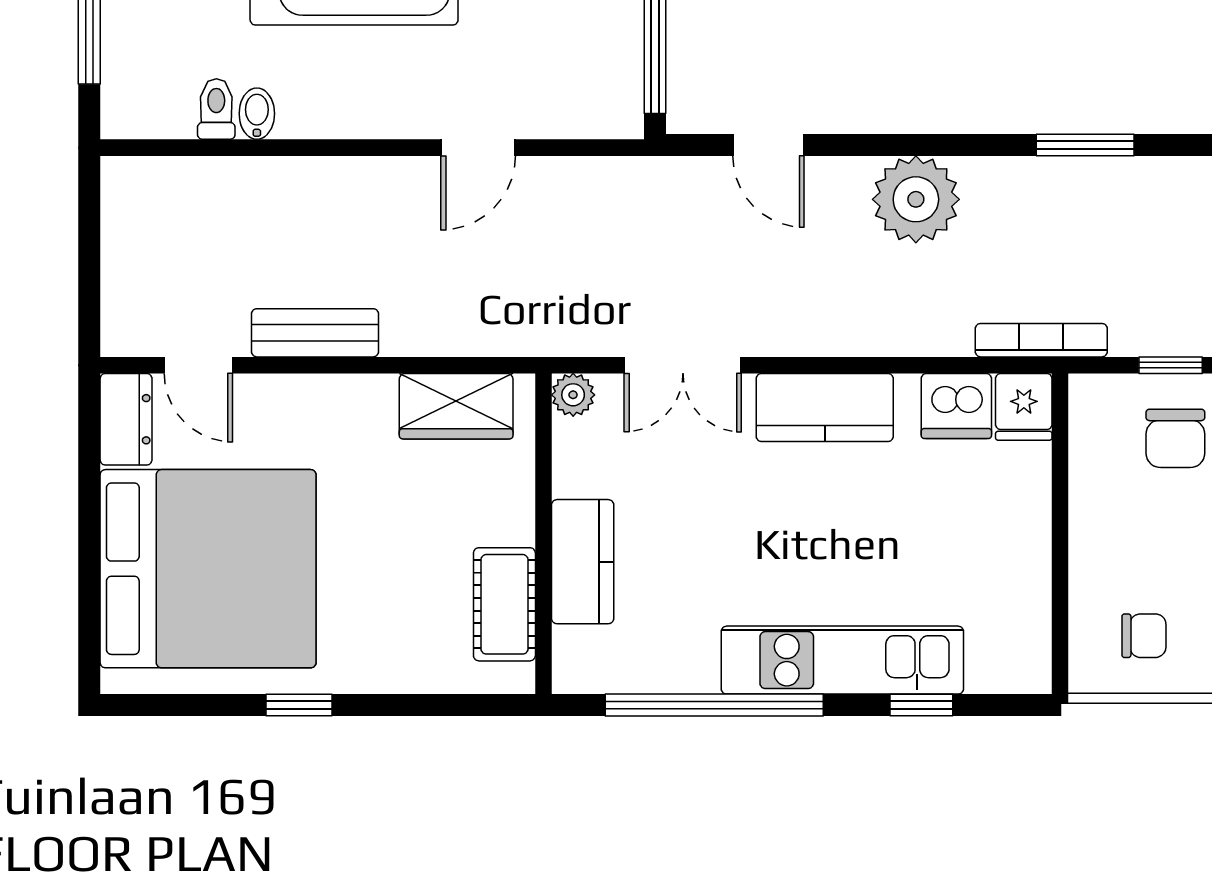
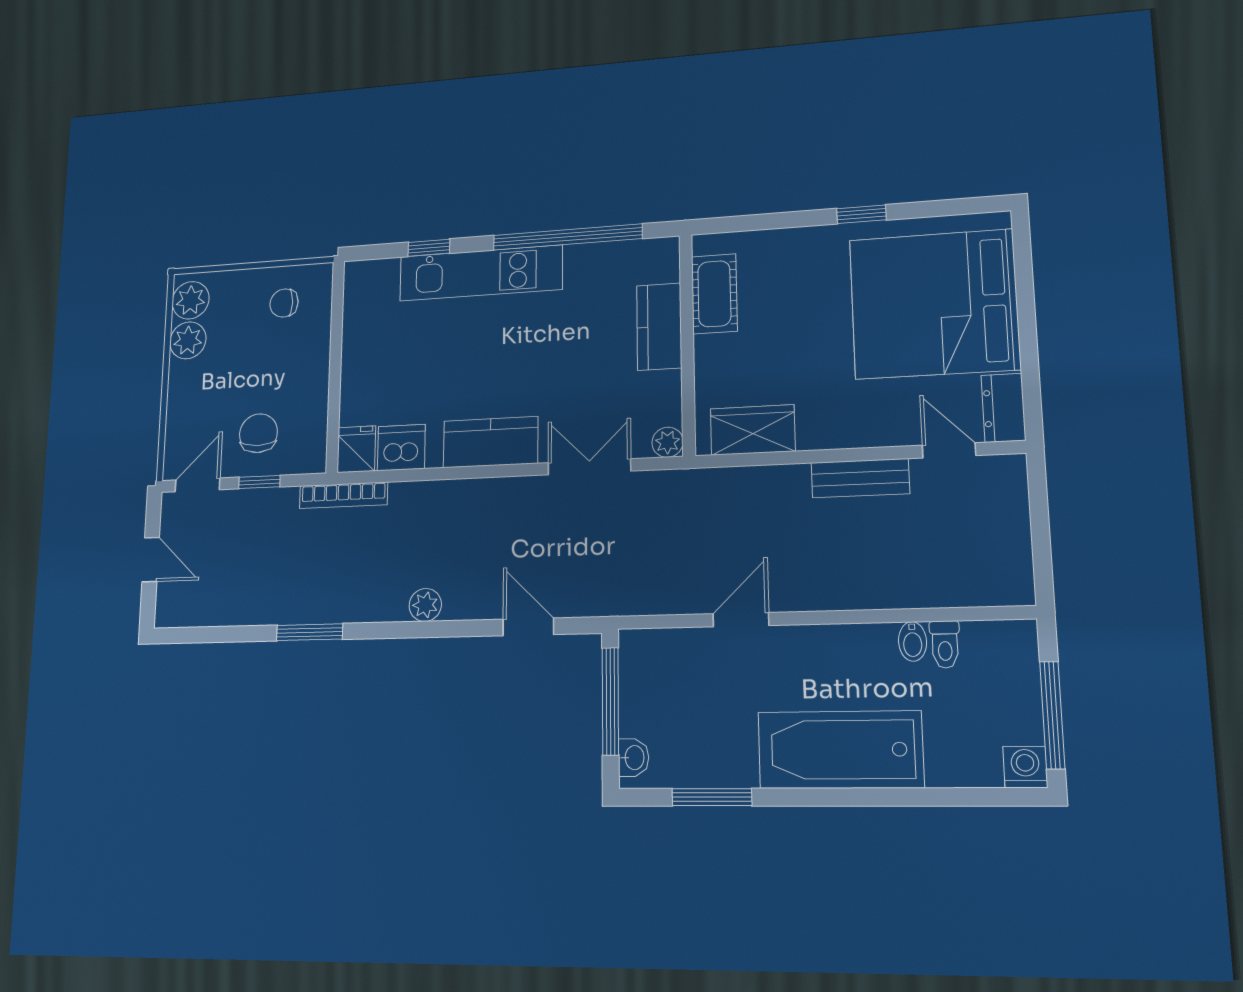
plant: (916, 199) -> (425, 605), width x0.53, depth x0.53

